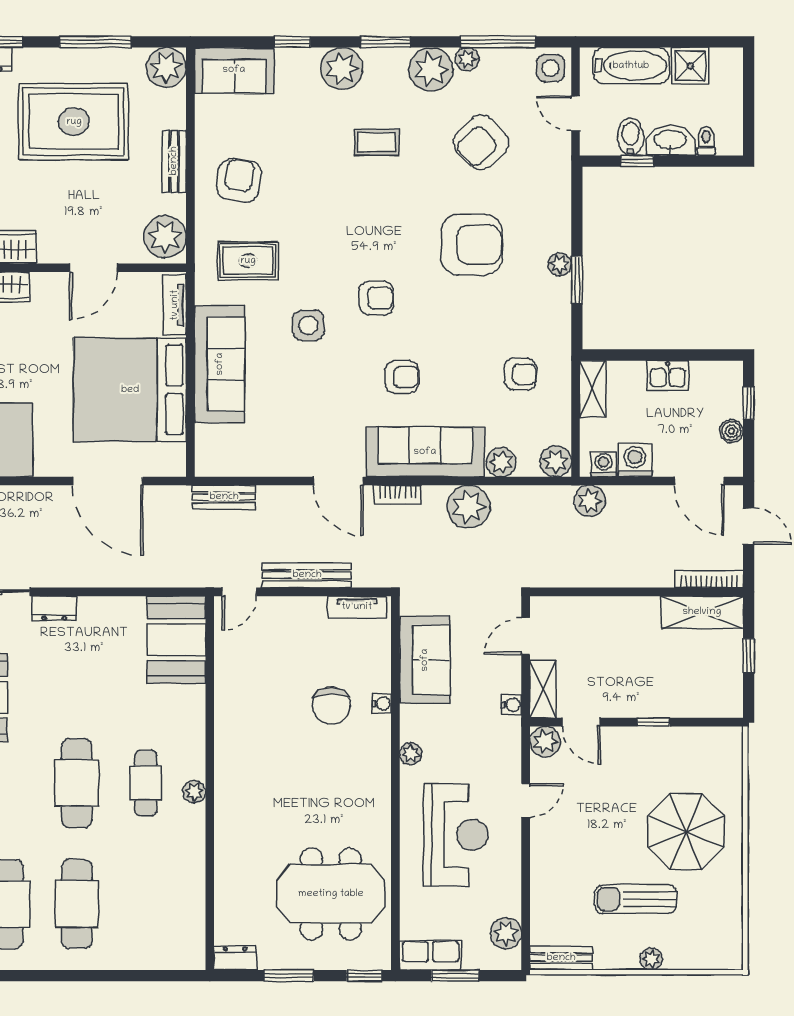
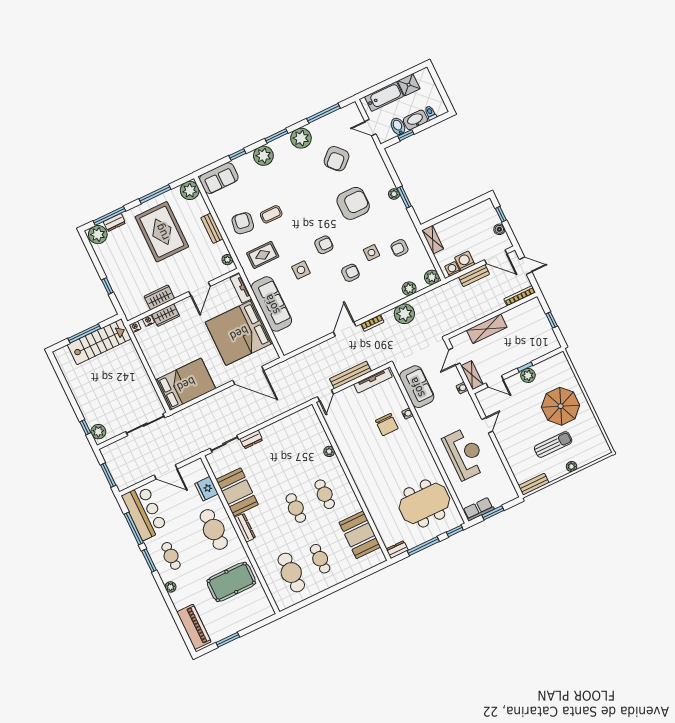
plant: (467, 59) -> (314, 127), removed
side table: (551, 68) -> (371, 253), moved
rug: (74, 122) -> (162, 232), turned 90
coffee table: (377, 142) -> (271, 214), moved
plant: (165, 237) -> (227, 260), width x0.53, depth x0.53
armchair: (520, 374) -> (399, 248), turned 180
kitchen sink: (668, 376) -> (461, 219), removed
sofa: (425, 452) -> (375, 299), removed
door: (338, 481) -> (345, 329), swing flipped
bench: (224, 497) -> (474, 276), moved
plant: (590, 501) -> (454, 287), removed
tv unit: (357, 607) -> (373, 381), width x1.41
shelving: (702, 612) -> (487, 329), moved
booth: (176, 640) -> (360, 535), moved
plant: (545, 742) -> (528, 375), moved
plant: (411, 754) -> (430, 429), removed
cafe table: (77, 783) -> (296, 508), width x0.73, depth x0.74
plant: (194, 792) -> (329, 451), moved
sun lounger: (636, 899) -> (553, 445), turned 180
cafe table: (77, 904) -> (320, 559), width x0.73, depth x0.74
plant: (506, 933) -> (506, 485), removed
window: (289, 976) -> (423, 546), width x1.44

